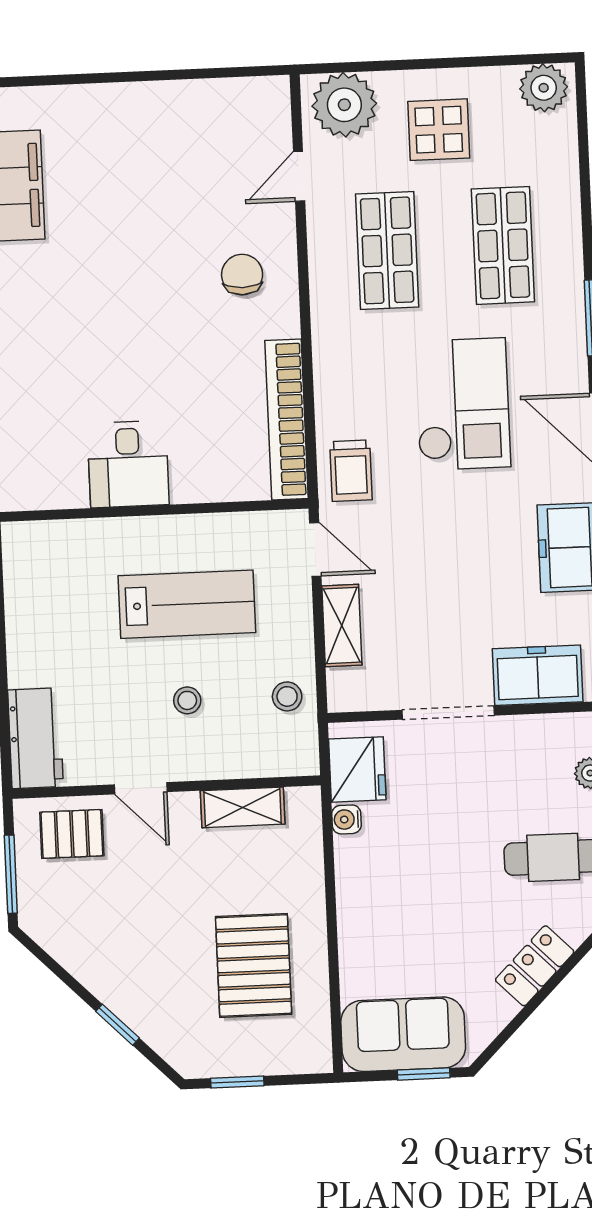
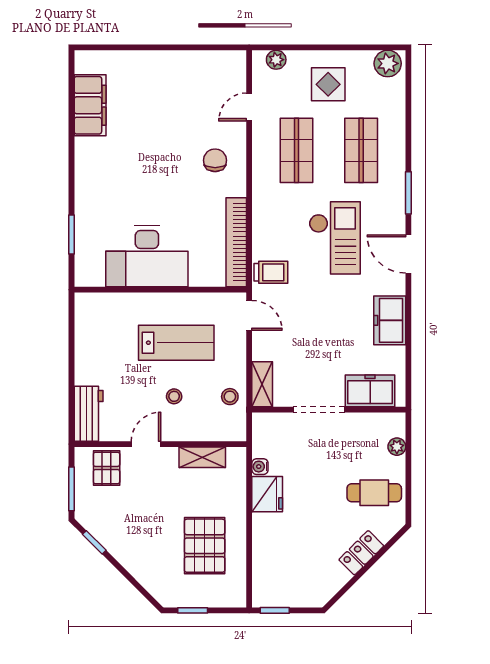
plant: (344, 105) -> (276, 60), width x0.53, depth x0.53
desk: (128, 464) -> (147, 256), width x1.87, depth x1.30
trolley: (351, 471) -> (271, 272), turned -90
shelving: (342, 625) -> (262, 384), moved
fridge: (357, 769) -> (267, 494), moved
door: (141, 788) -> (146, 444), swing flipped
pallet: (72, 834) -> (107, 468), turned 90
window: (118, 1025) -> (94, 542), moved
sofa: (403, 1034) -> (286, 588), removed
window: (424, 1074) -> (275, 610), moved

